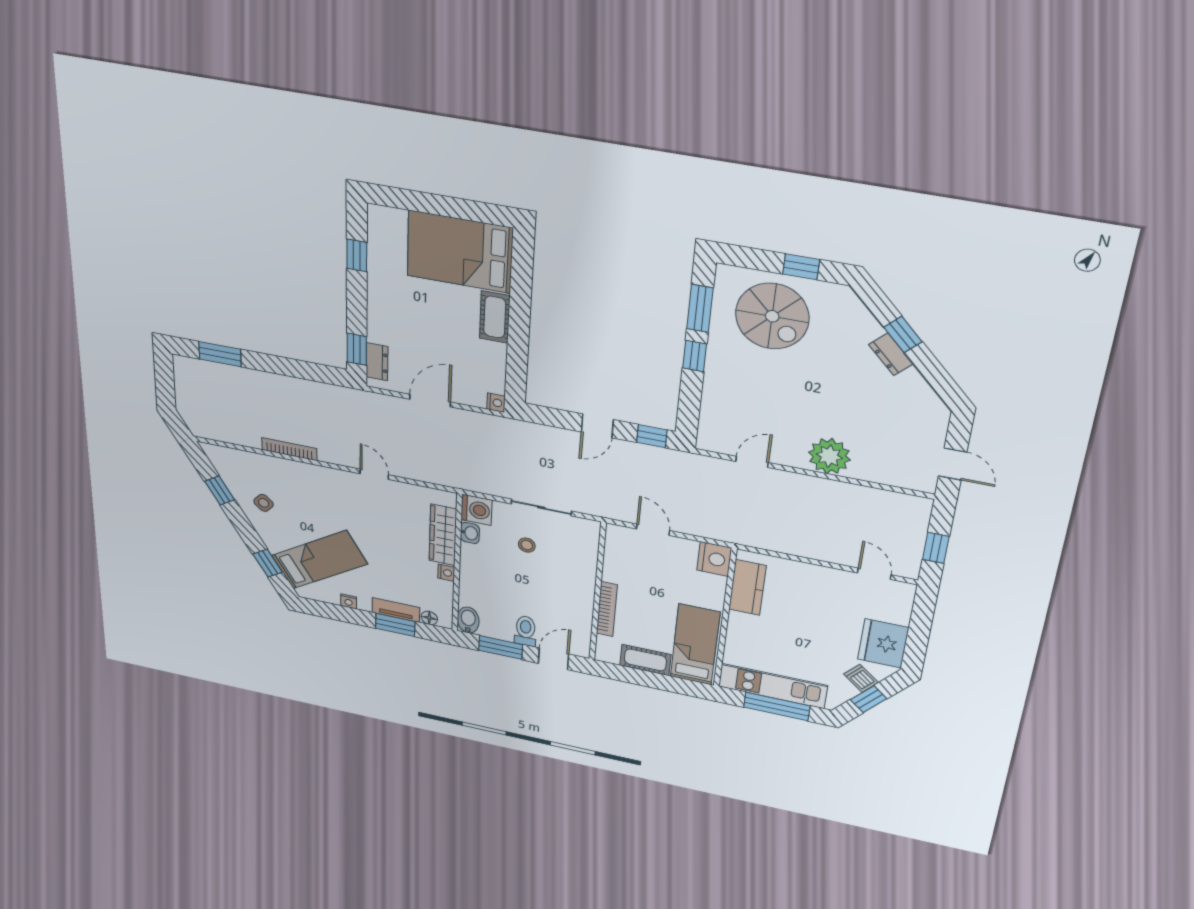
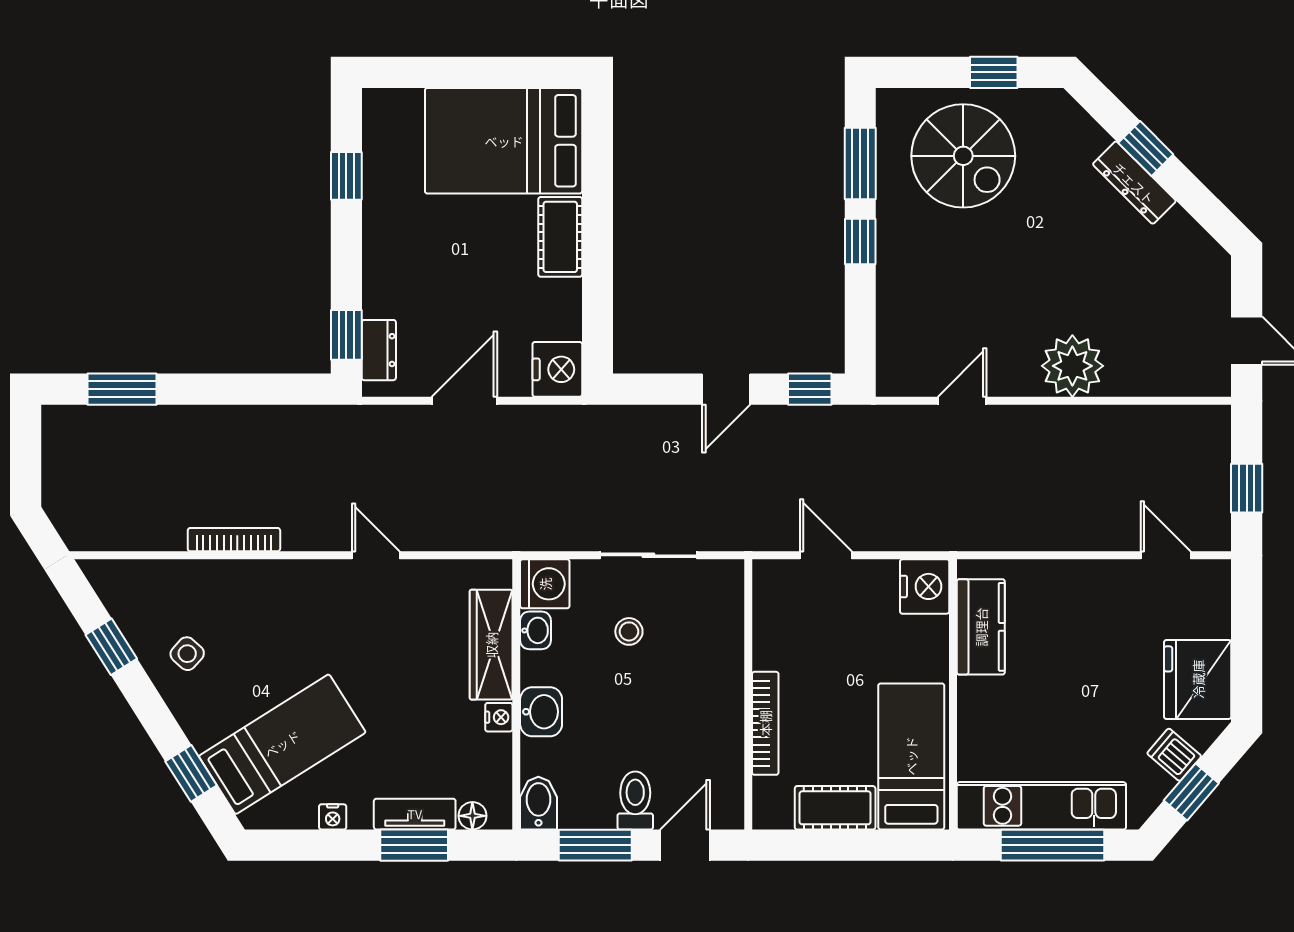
dresser: (891, 354) -> (1134, 183), width x1.44
nightstand: (496, 403) -> (557, 369), width x1.89, depth x1.79
washbasin: (472, 575) -> (541, 712), added

